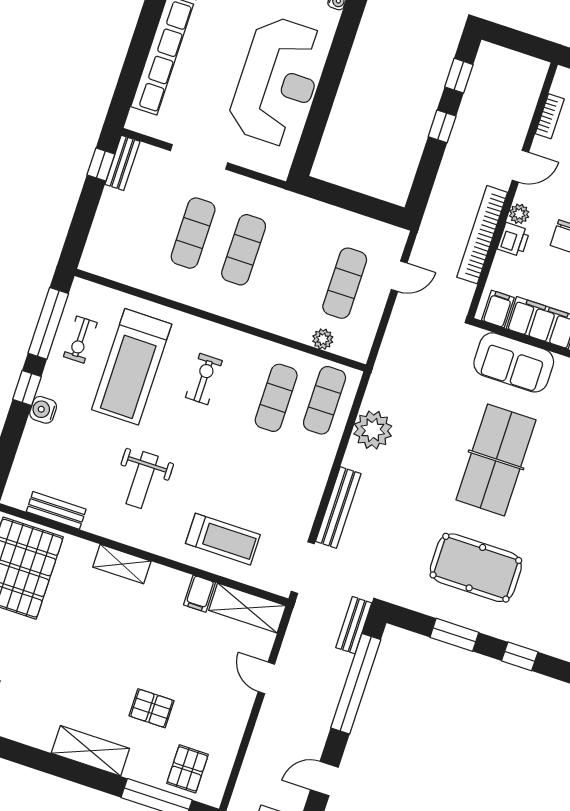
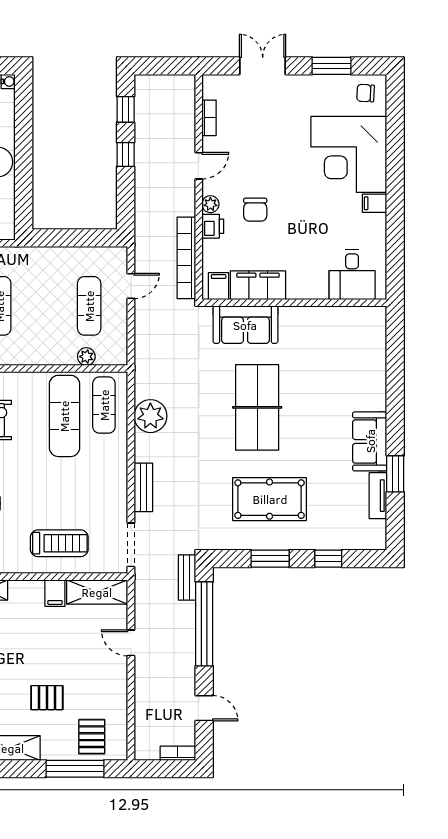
bookcase: (482, 235) -> (186, 258), moved
exercise mat: (276, 398) -> (64, 416), width x1.36, depth x1.45
bench: (338, 508) -> (143, 487), width x0.73
door: (324, 779) -> (204, 708), swing flipped

